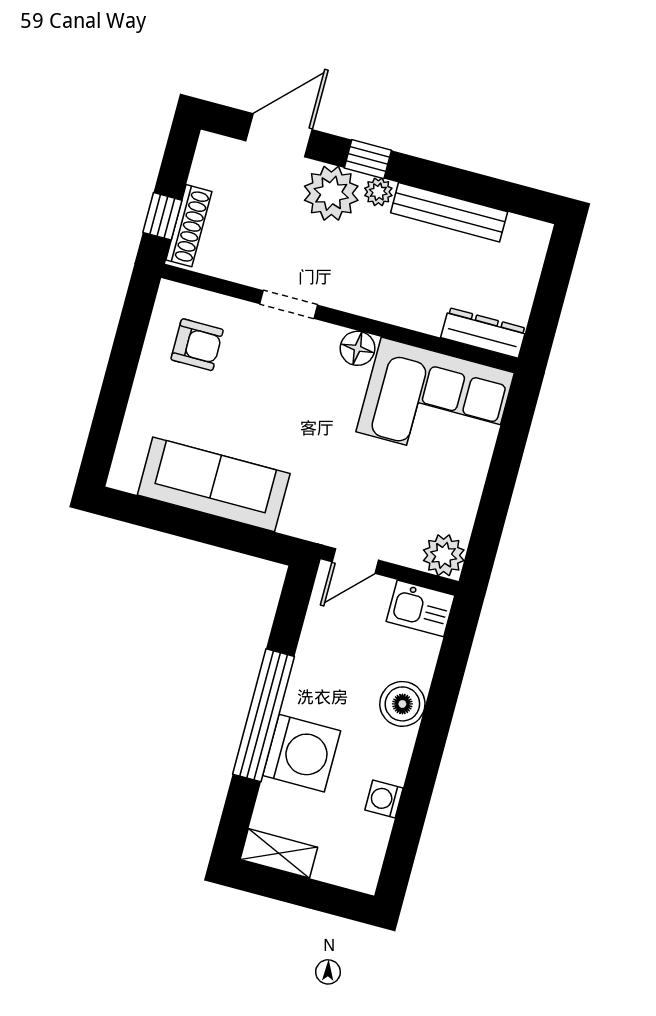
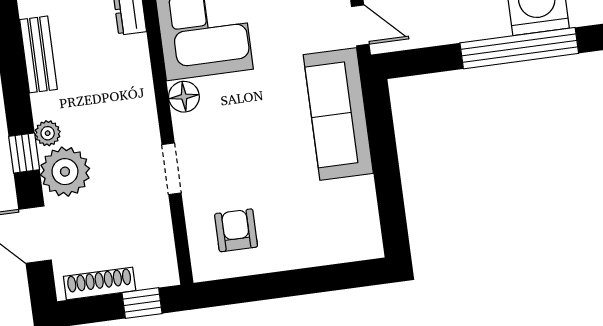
bench: (449, 212) -> (38, 54), width x0.73
shoe rack: (189, 226) -> (100, 284), moved
sofa: (214, 484) -> (338, 114), moved

